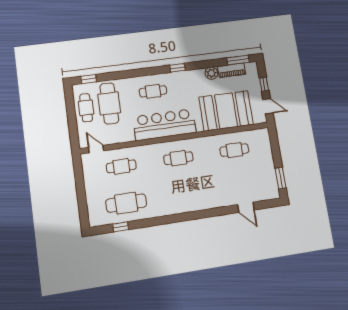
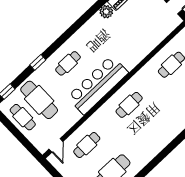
window: (177, 68) -> (38, 62), moved
booth: (226, 111) -> (141, 36), removed
door: (96, 149) -> (56, 145), swing flipped

